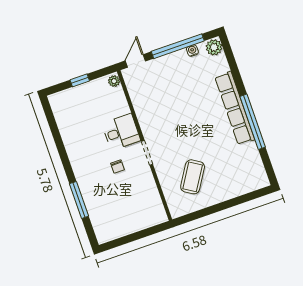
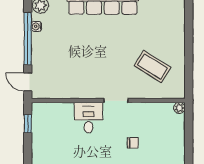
window: (80, 80) -> (28, 124), moved
plant: (114, 81) -> (179, 108), moved
chair: (117, 166) -> (133, 143), moved

